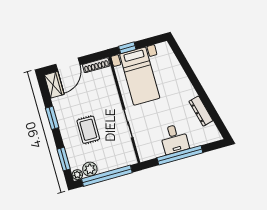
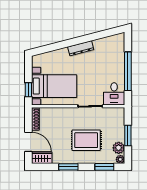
dresser: (201, 111) -> (81, 48), moved
rug: (88, 130) -> (86, 140), width x1.36, depth x1.43
desk: (174, 139) -> (114, 94), moved, turned 90
window: (107, 176) -> (128, 135), width x0.47

